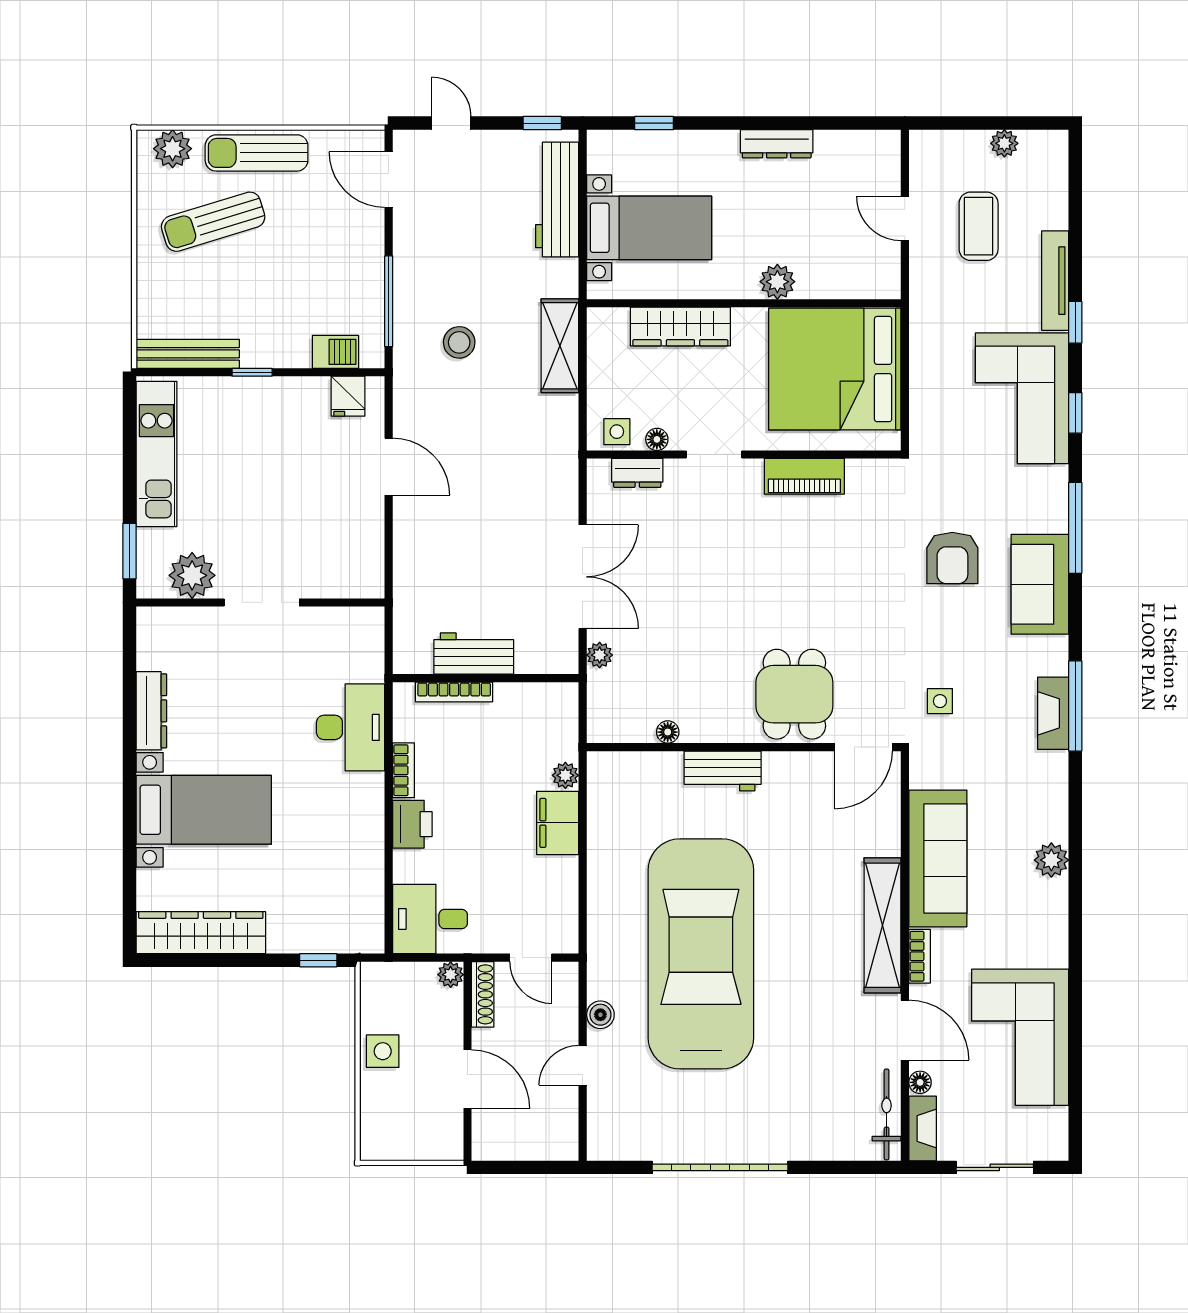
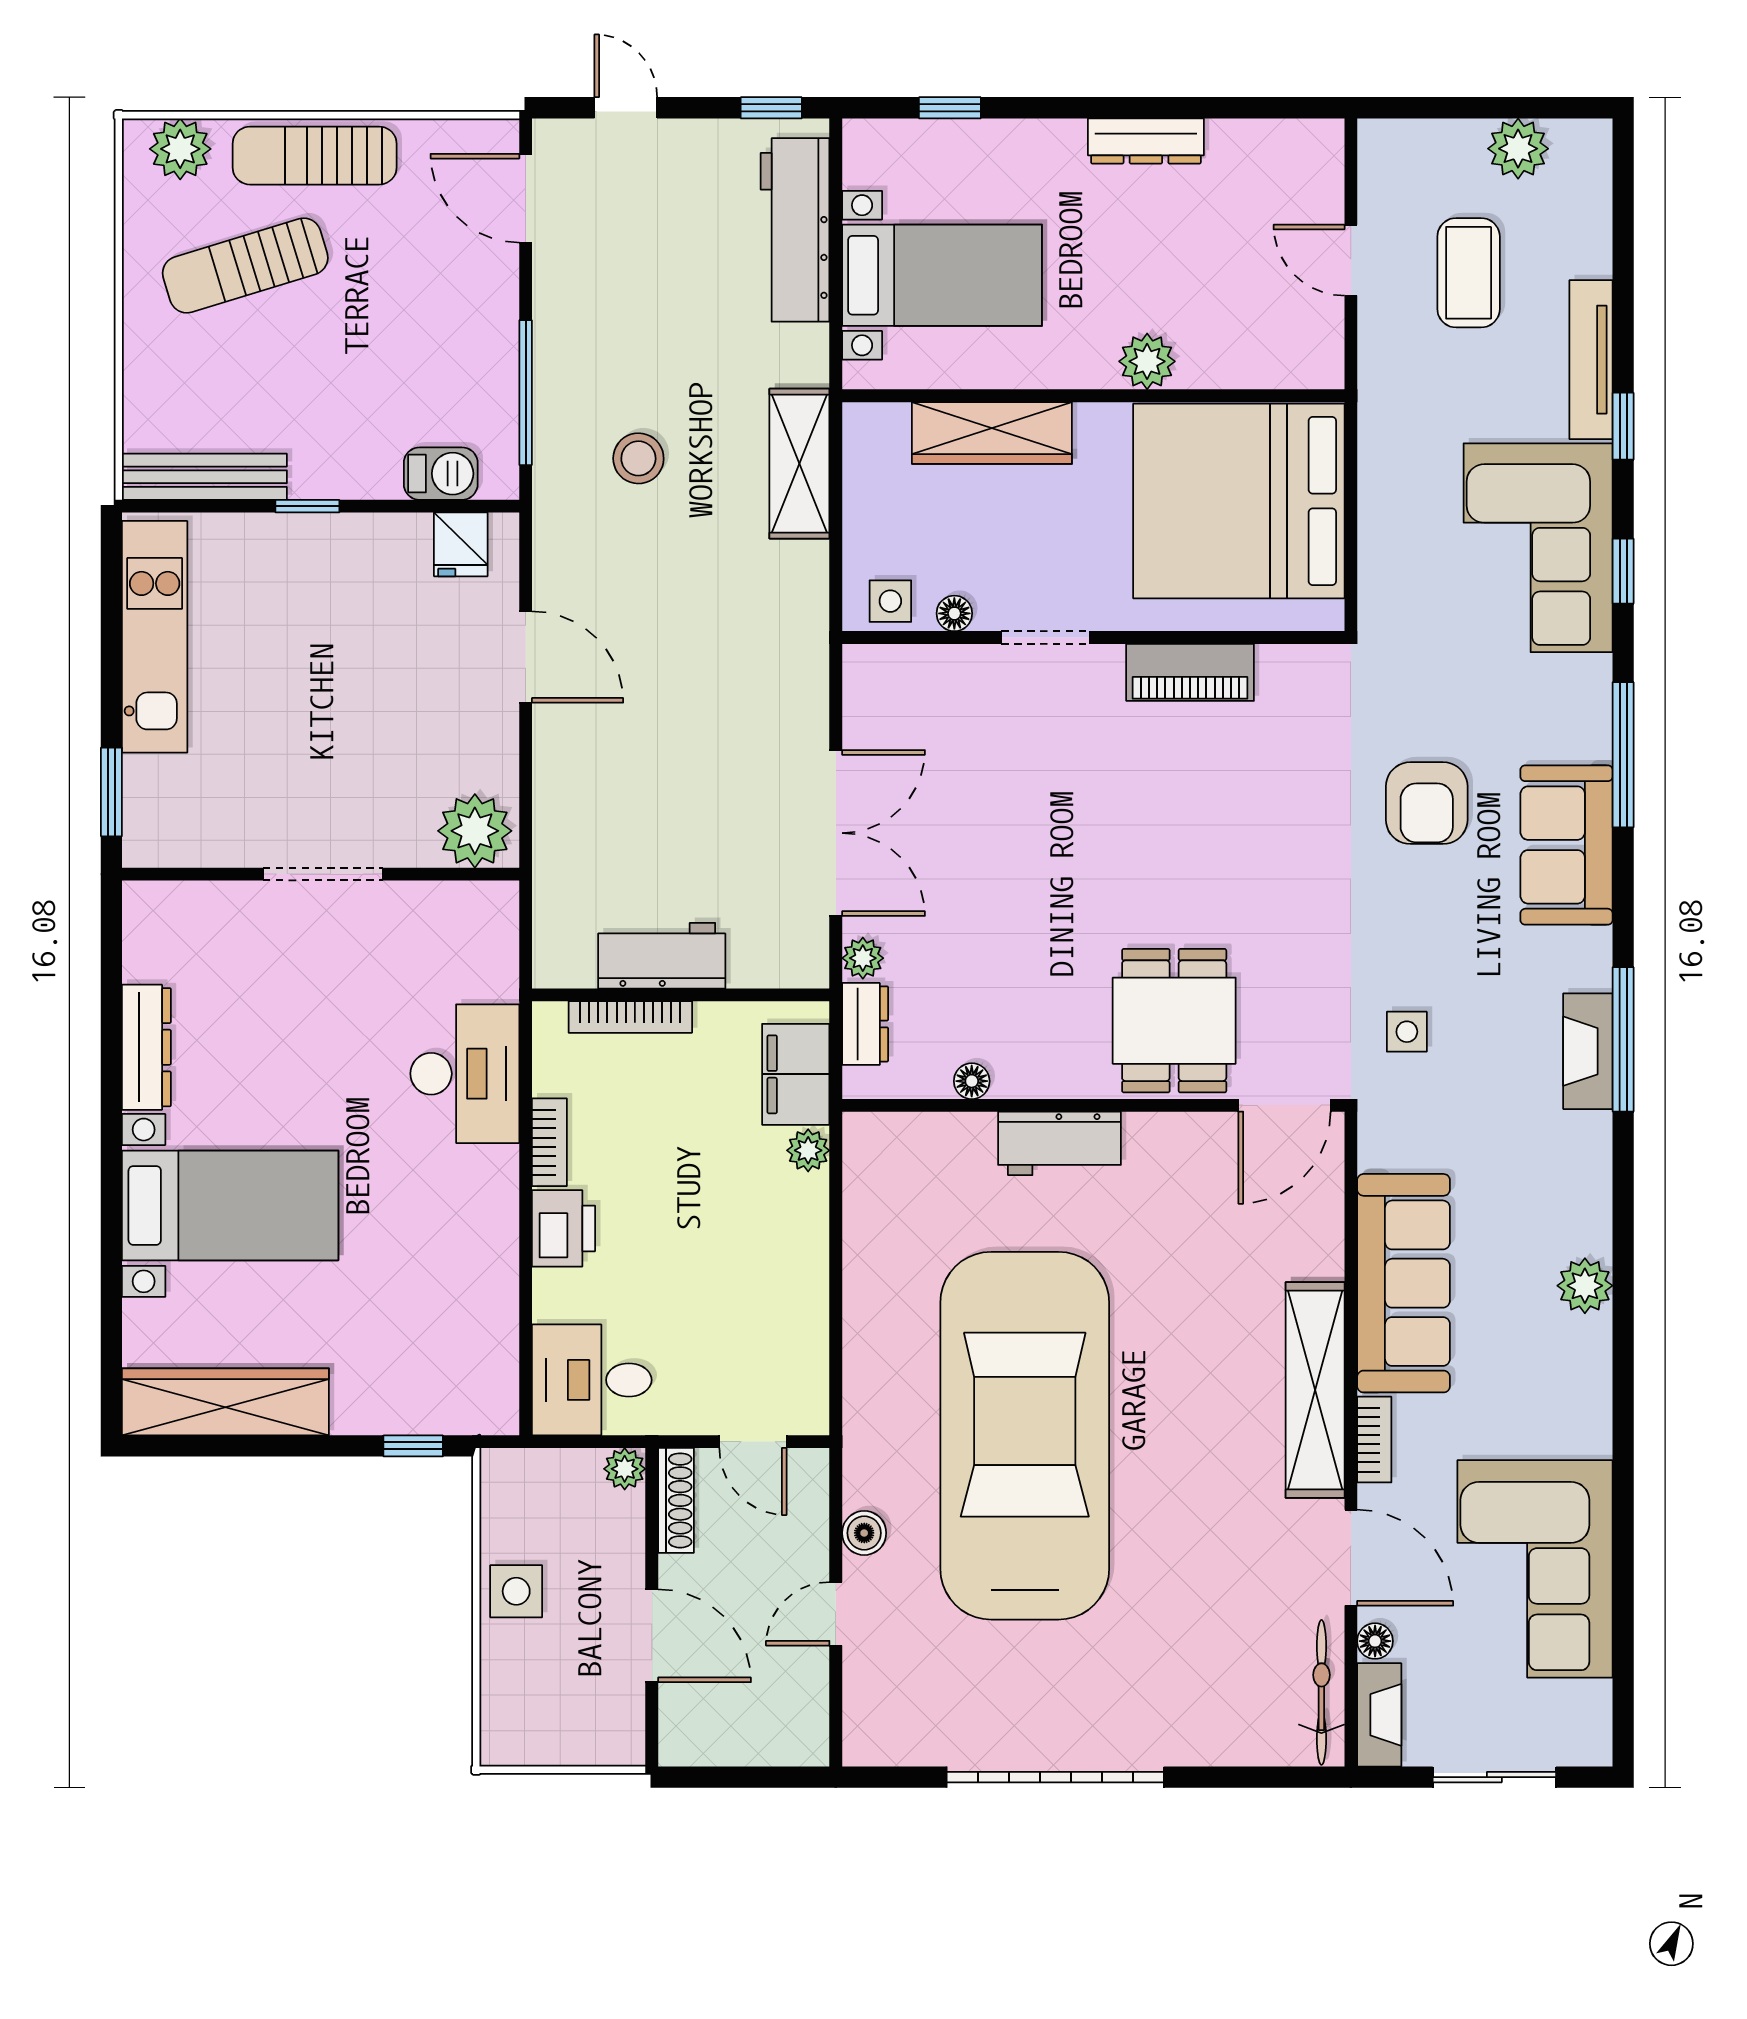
plant: (1004, 143) -> (1518, 149), width x1.38, depth x1.38
dresser: (637, 473) -> (865, 1024), moved, turned -90
plant: (192, 575) -> (475, 831), moved
filing cabinet: (558, 823) -> (796, 1074), moved

